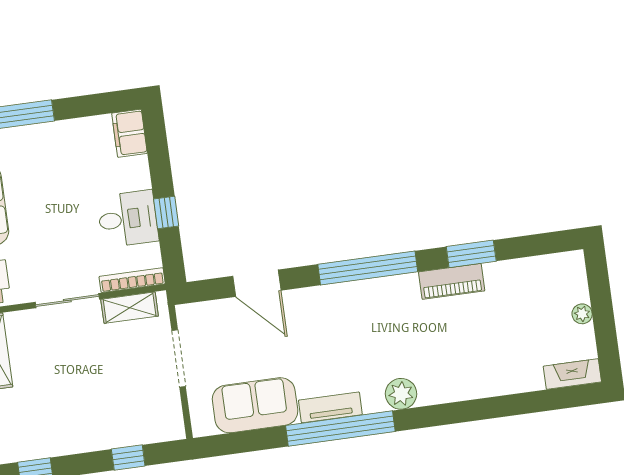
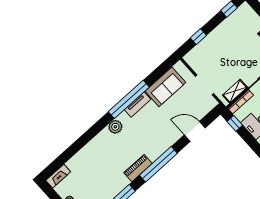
window: (166, 213) -> (235, 123), moved
piano: (452, 281) -> (138, 168), moved

